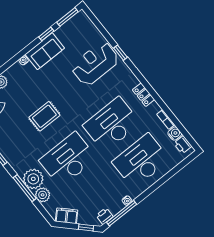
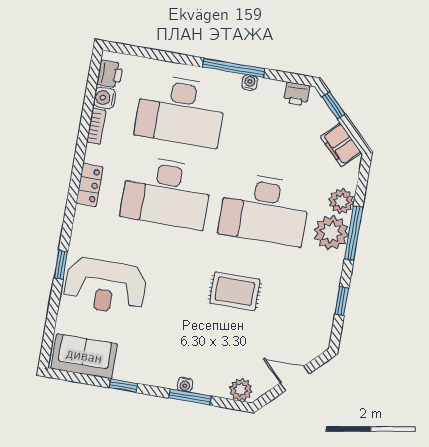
window: (67, 17) -> (190, 397), moved
sofa: (45, 51) -> (84, 356), moved
window: (122, 213) -> (234, 68), moved

